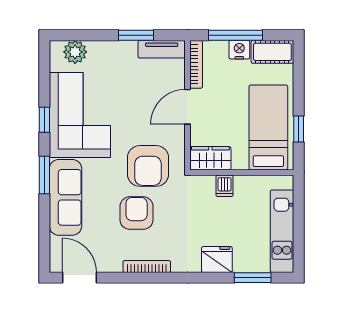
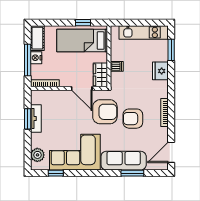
tv unit: (162, 49) -> (36, 118), moved
door: (188, 107) -> (82, 88), moved
window: (44, 120) -> (56, 173), moved
window: (44, 175) -> (132, 173), moved

